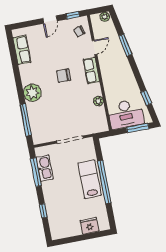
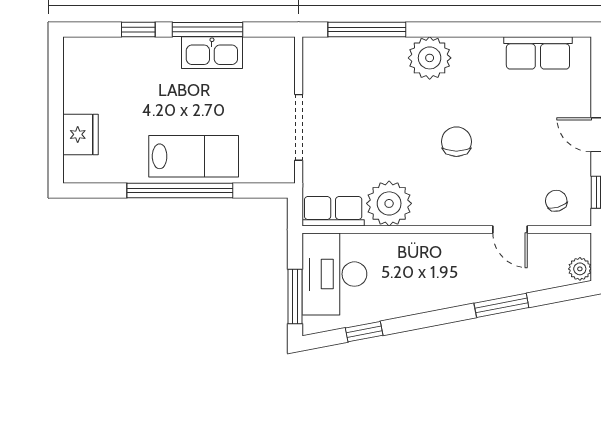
row of seats: (91, 70) -> (333, 211), moved
plant: (98, 101) -> (389, 203), width x1.88, depth x1.88
kitchen sink: (45, 168) -> (212, 53), moved
window: (36, 172) -> (208, 29), moved

